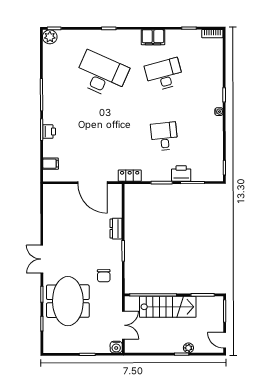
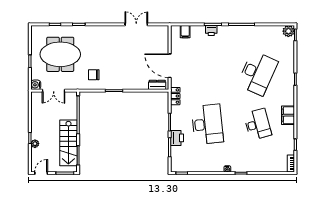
desk: (164, 136) -> (207, 124), width x1.87, depth x1.30
door: (92, 183) -> (170, 66), hinge flipped
dresser: (116, 229) -> (157, 85), moved
double door: (42, 259) -> (136, 24), moved
meeting table: (68, 301) -> (60, 54), moved
stairs: (168, 307) -> (68, 143), moved

